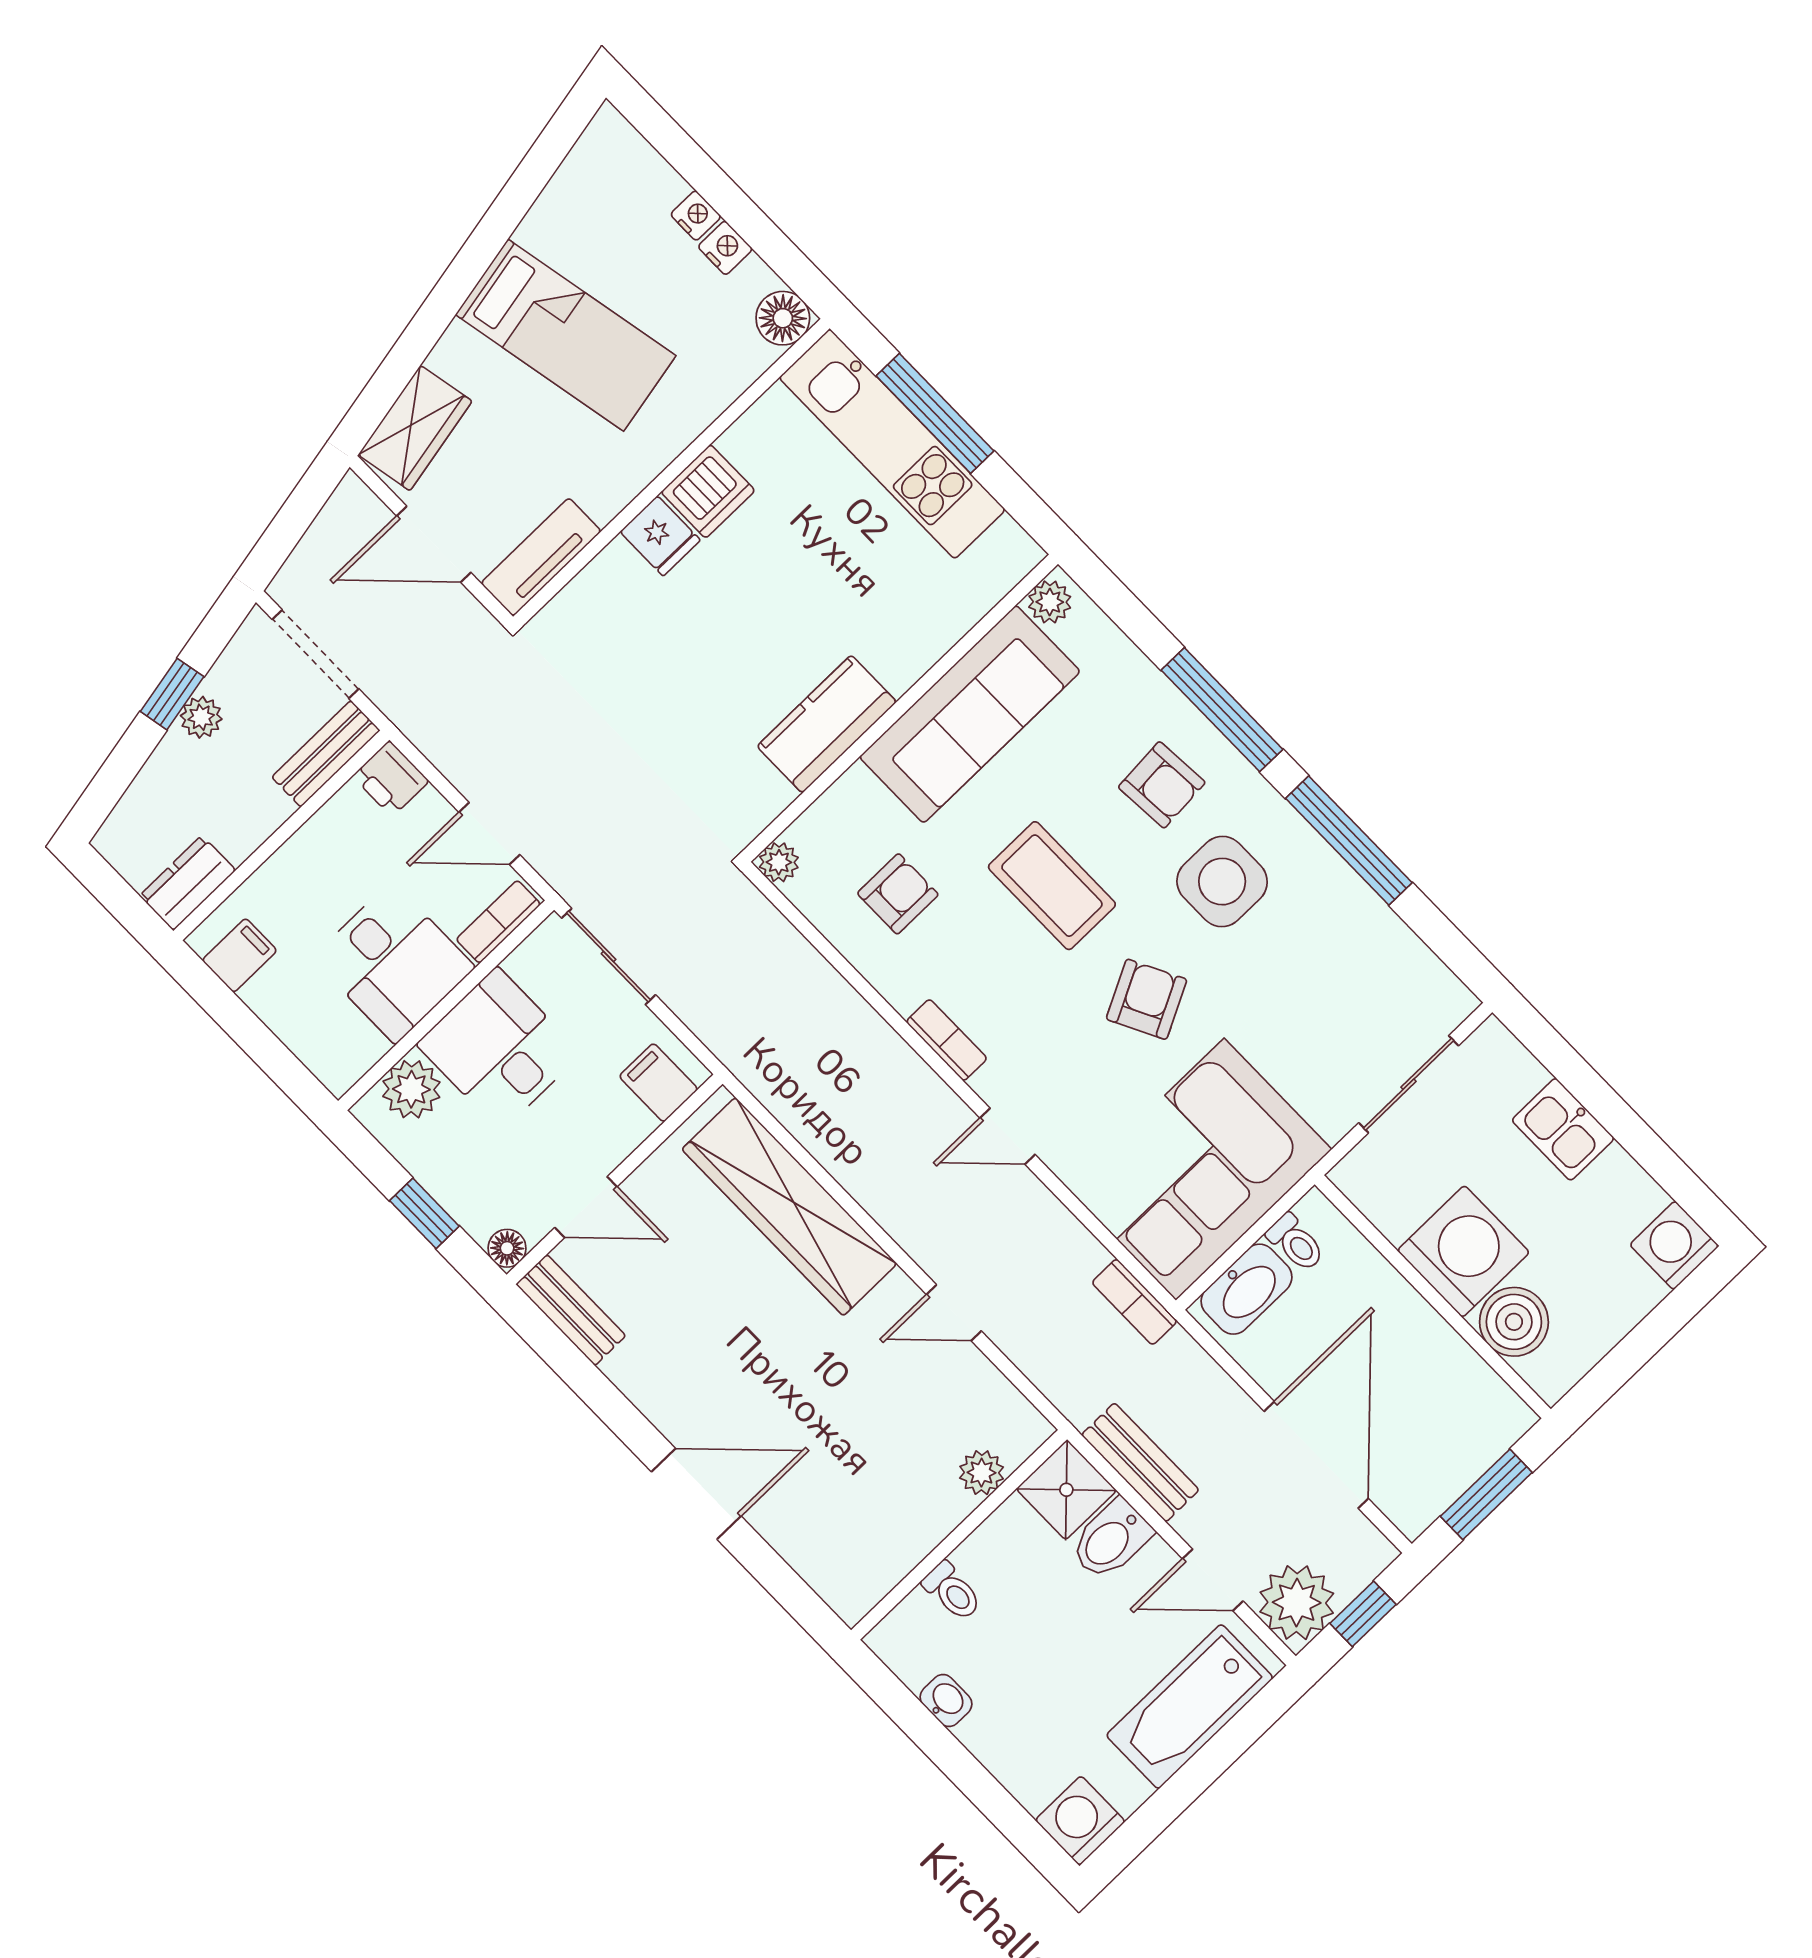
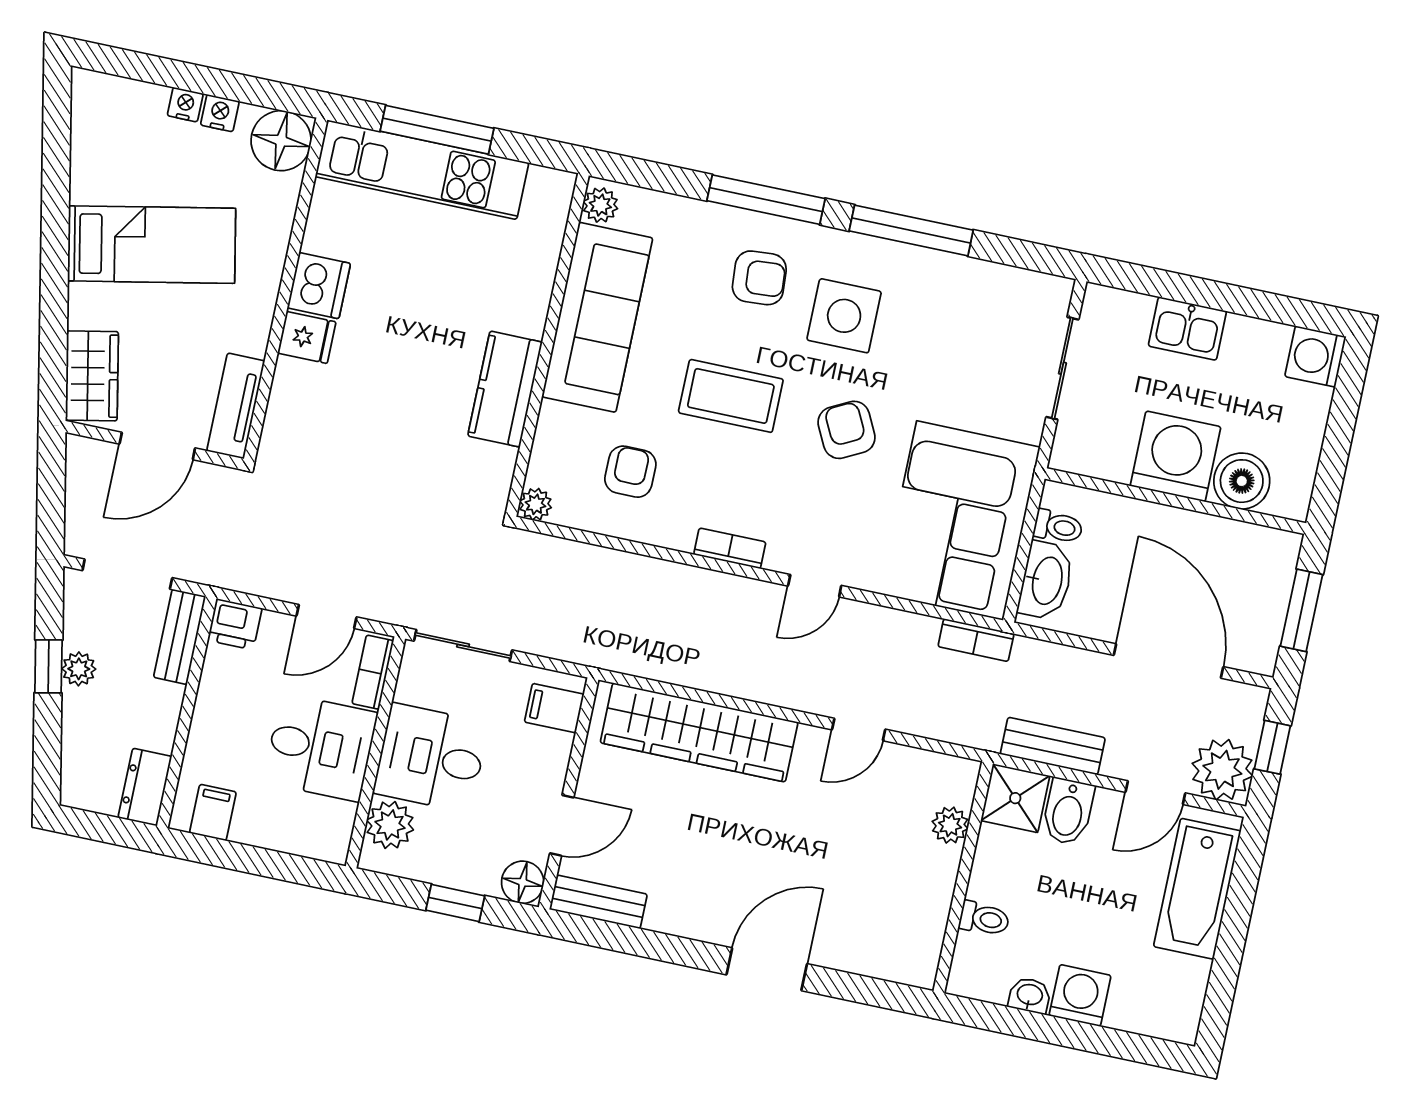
floor lamp: (783, 318) -> (281, 141), width x1.38, depth x1.38
floor lamp: (507, 1248) -> (523, 882), width x1.37, depth x1.37
washing machine: (1080, 1821) -> (1080, 996), moved, turned 90

